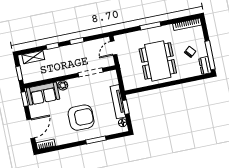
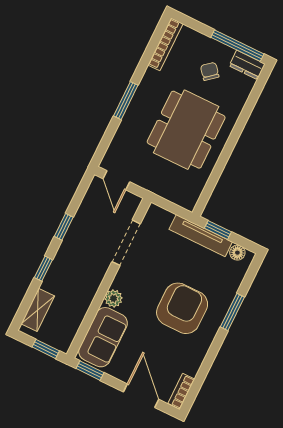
dining table: (158, 61) -> (186, 130), turned 90

